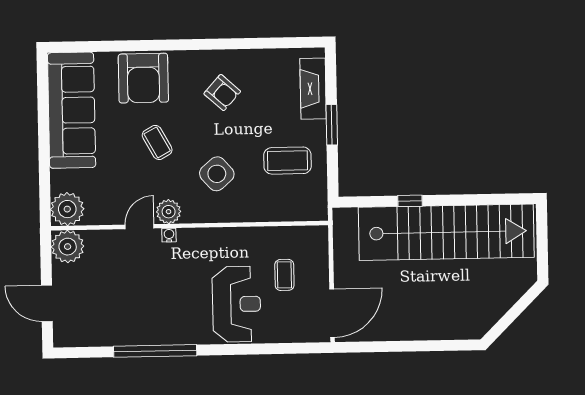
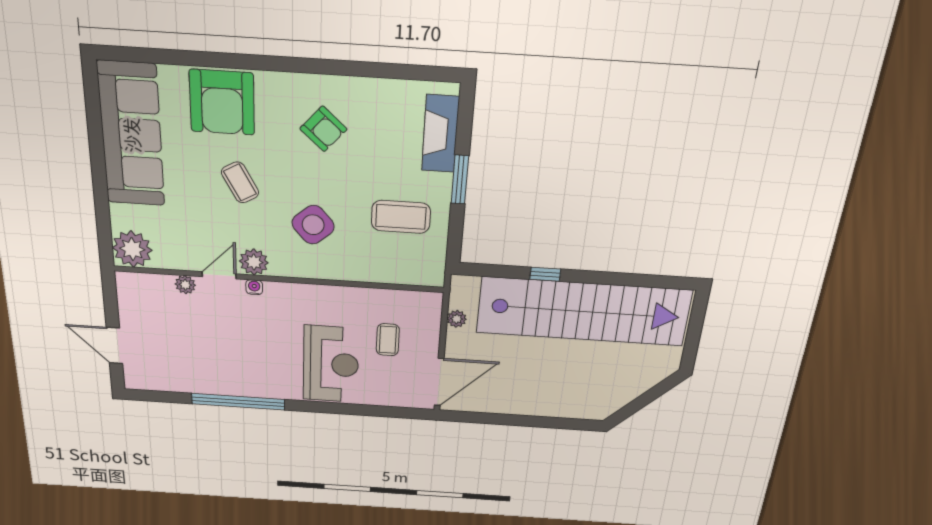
plant: (68, 247) -> (185, 285), moved, width x0.53, depth x0.53
plant: (341, 249) -> (457, 319), added

